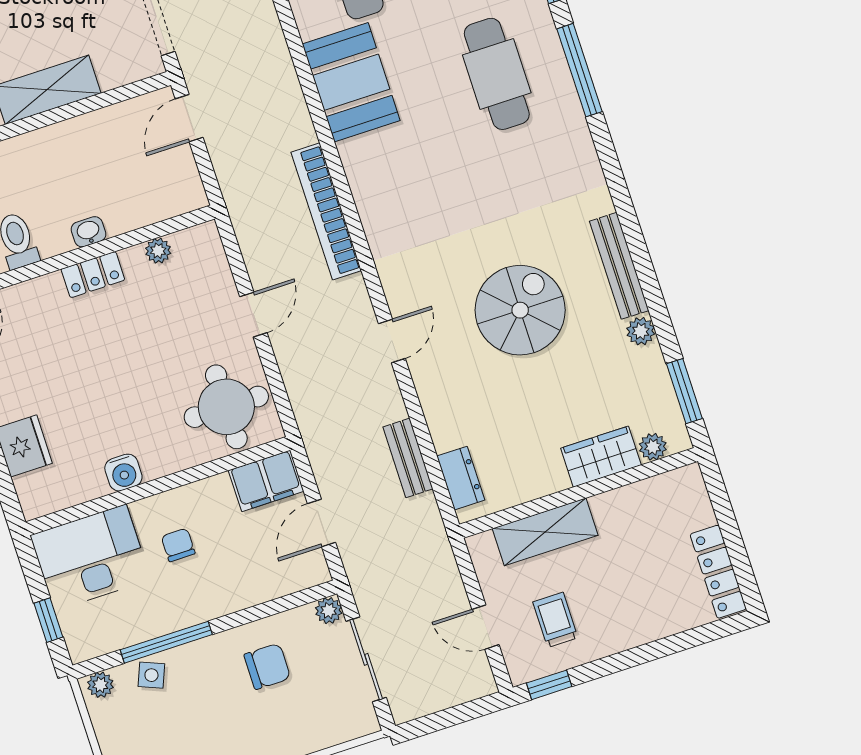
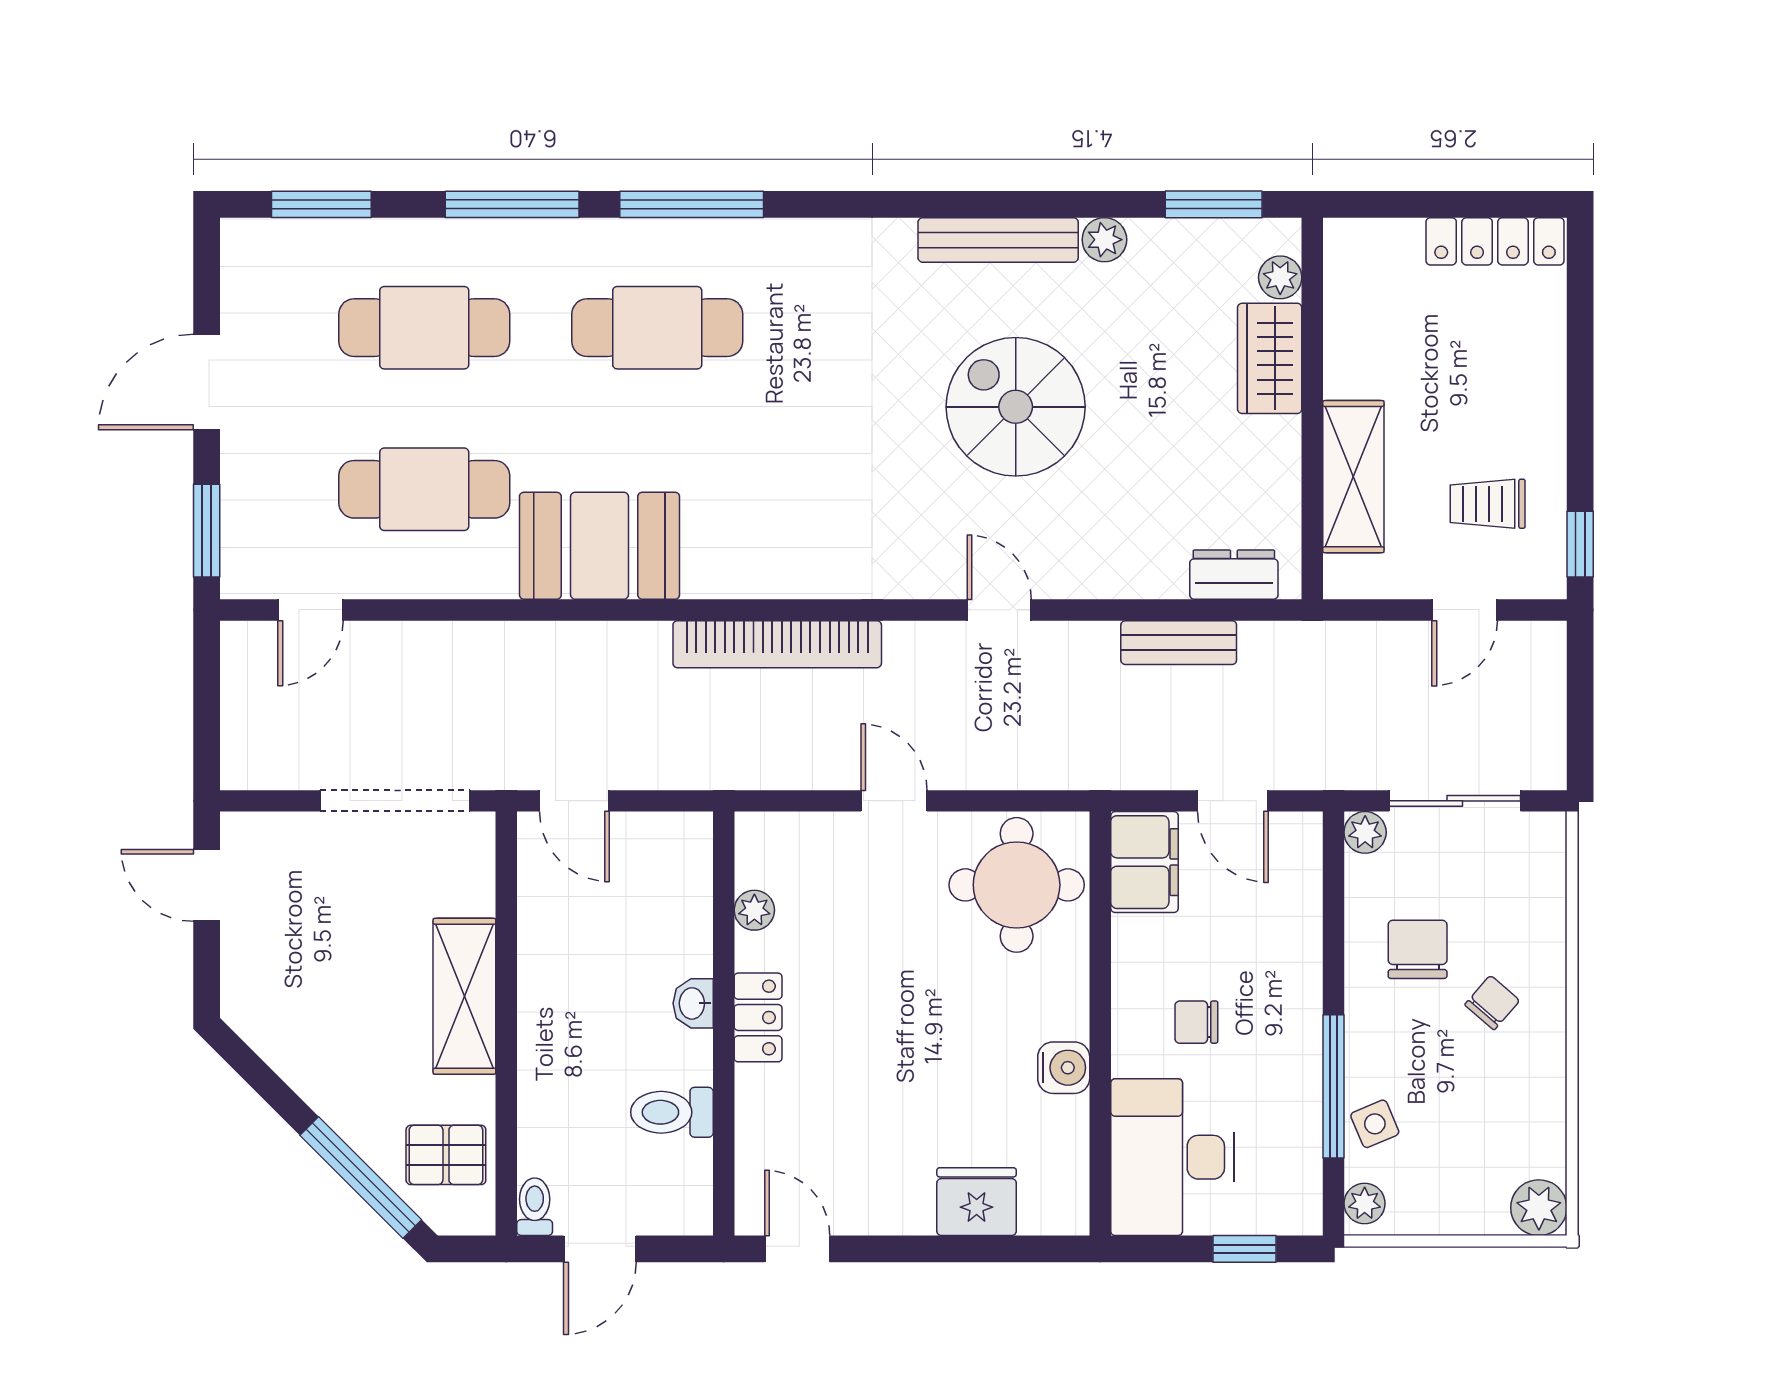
side table: (151, 675) -> (1375, 1124), turned 45
chair: (250, 723) -> (1492, 1003), added

